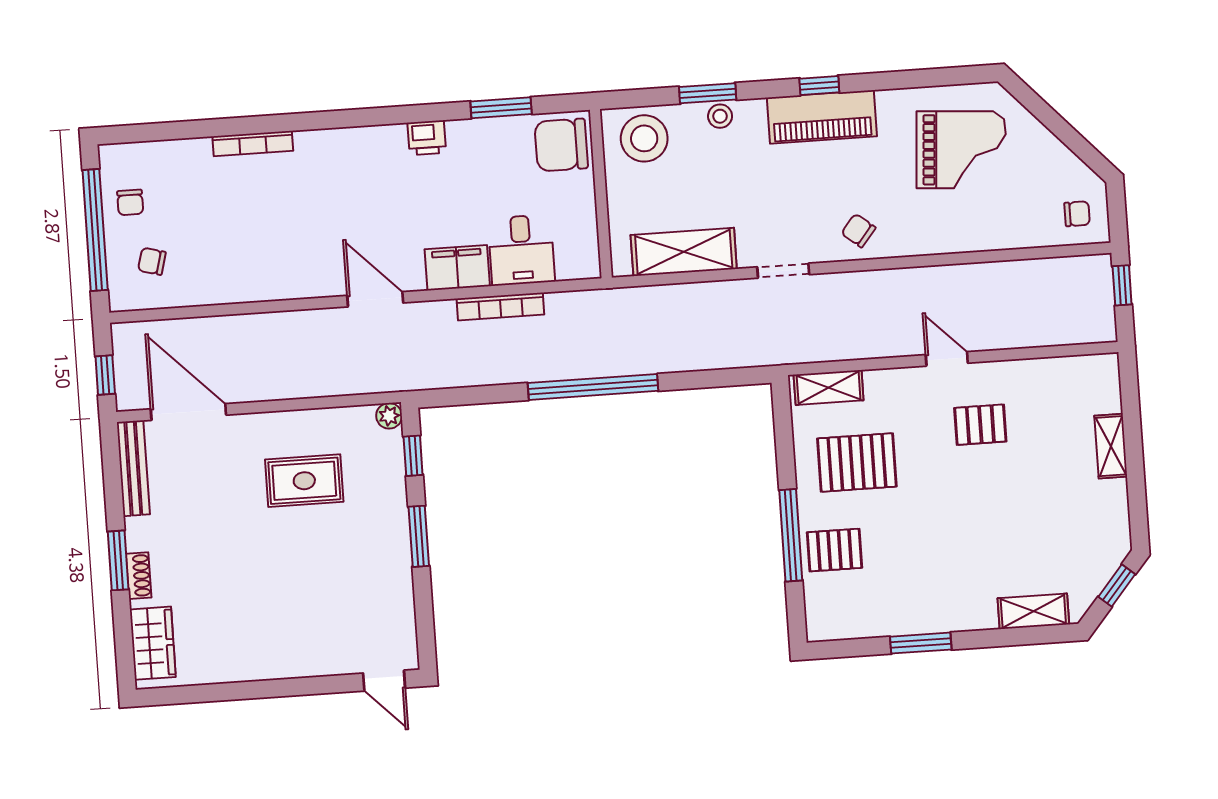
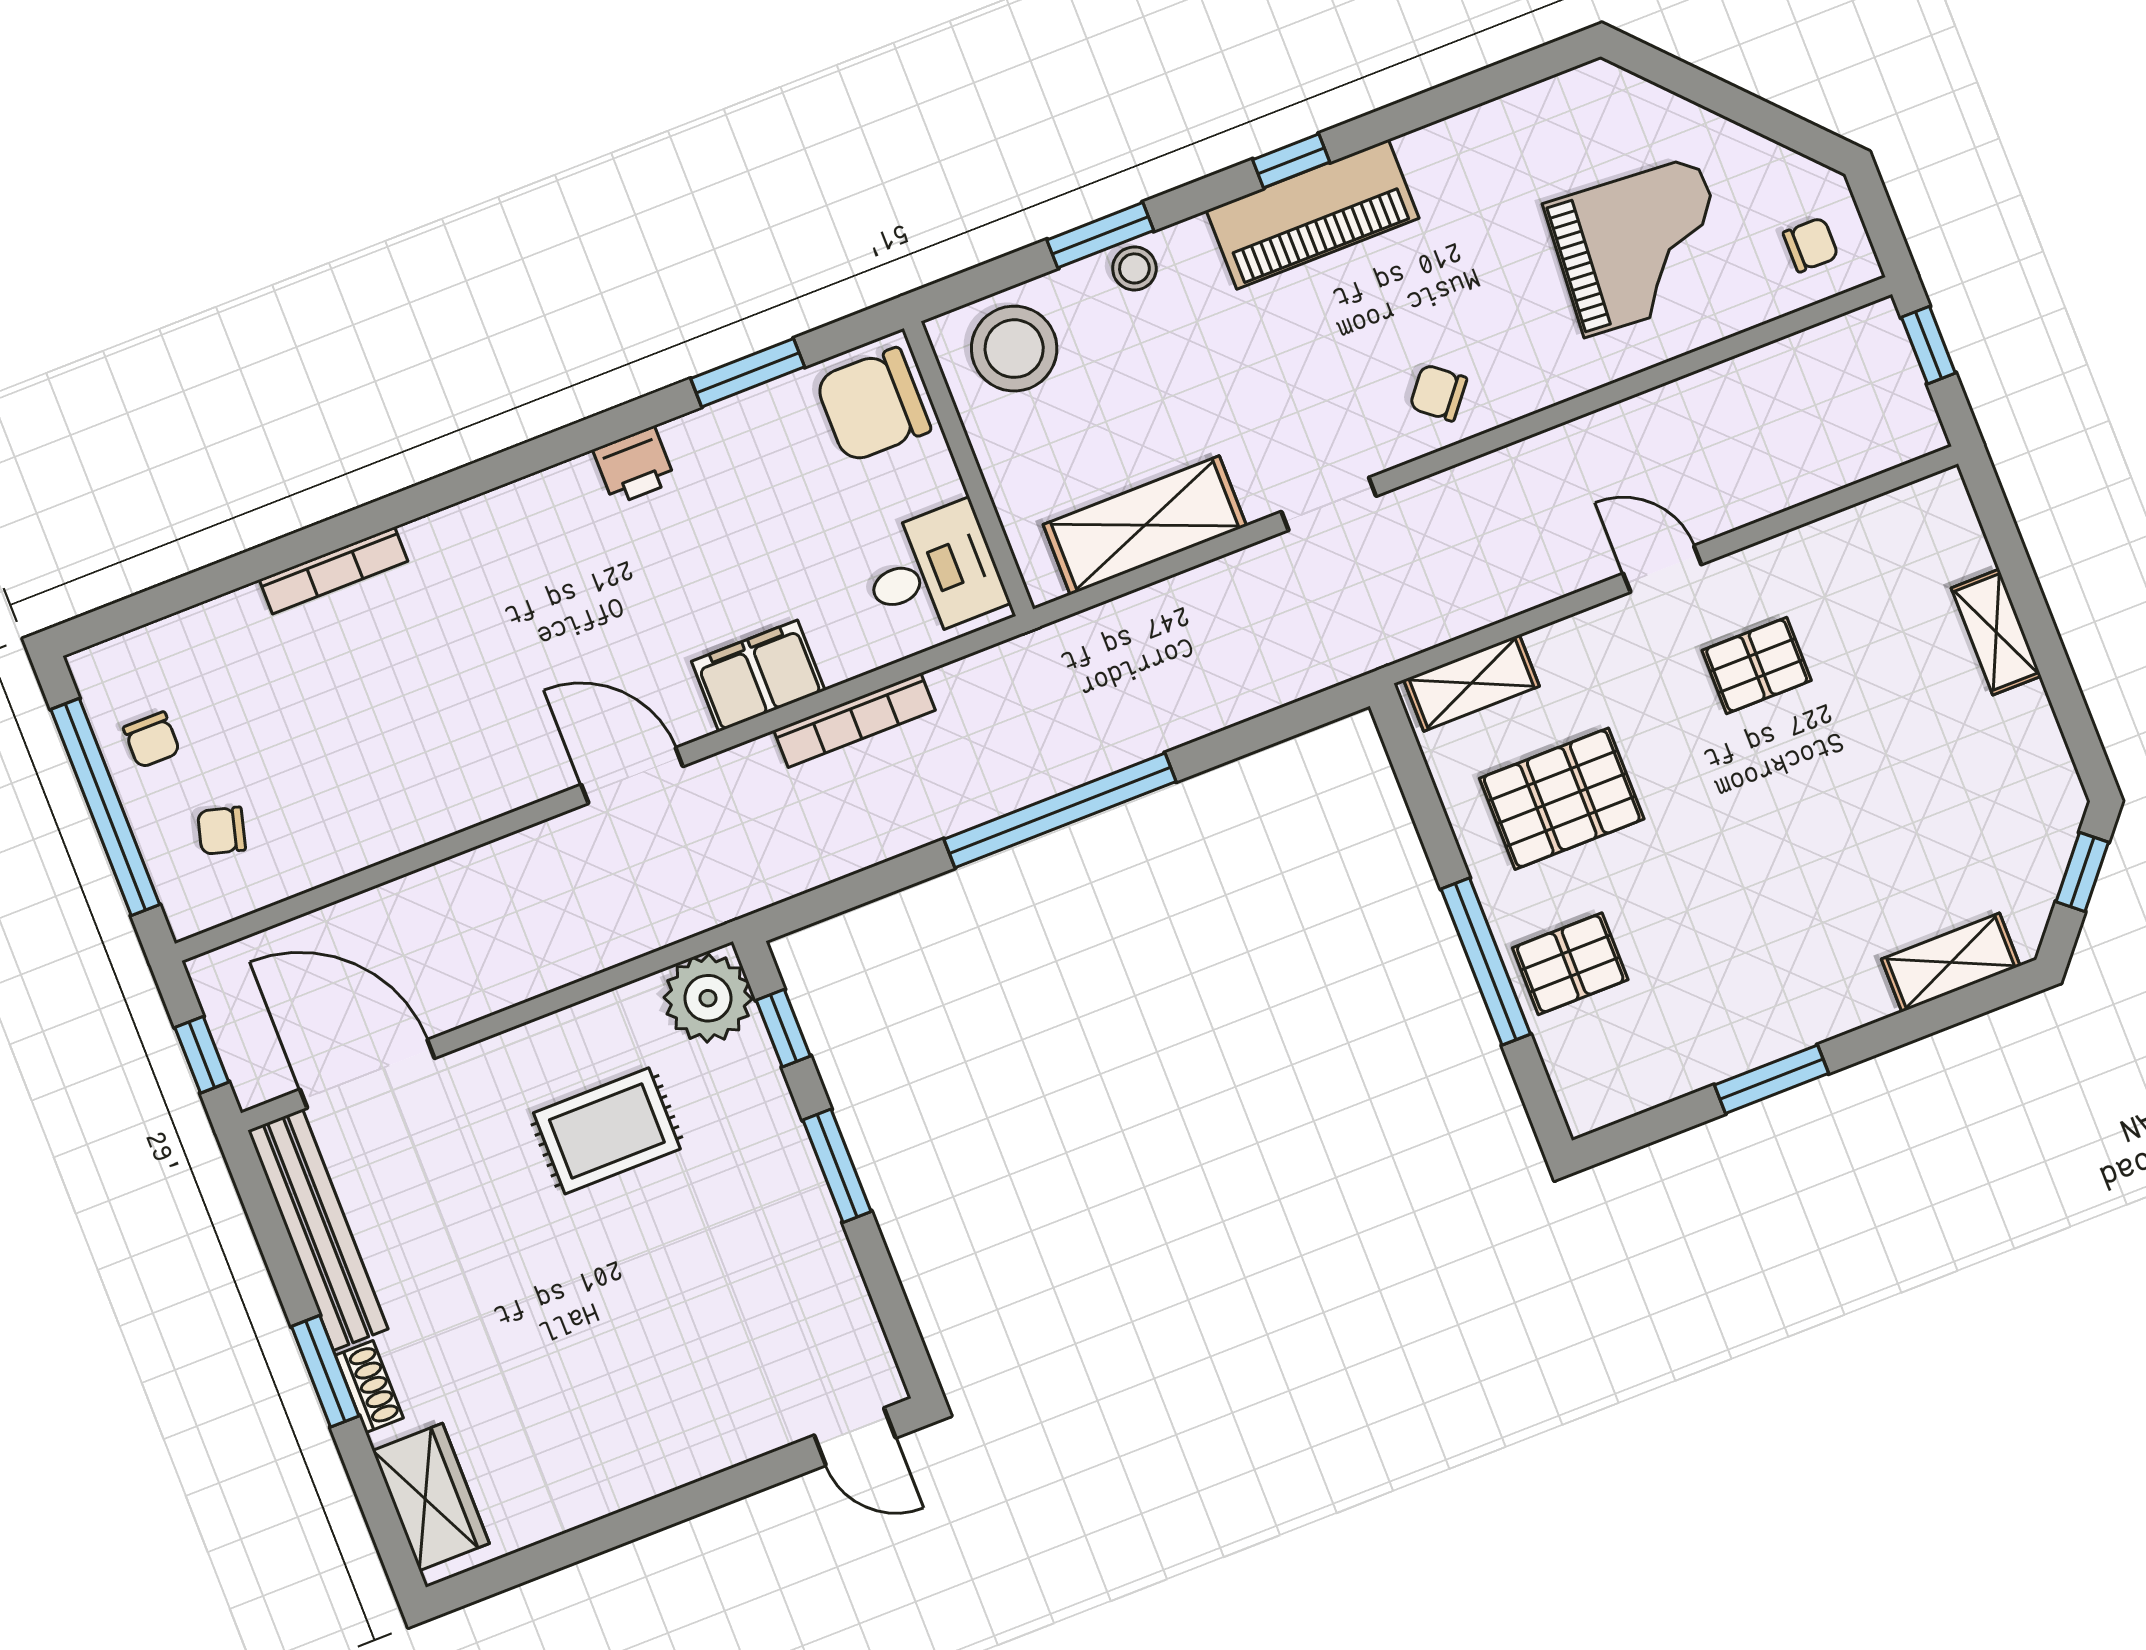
grand piano: (961, 150) -> (1641, 247), moved
desk: (521, 250) -> (933, 572), moved, turned -90
plant: (389, 416) -> (708, 998), width x1.87, depth x1.87
bench: (133, 468) -> (318, 1230), width x1.37, depth x1.21

